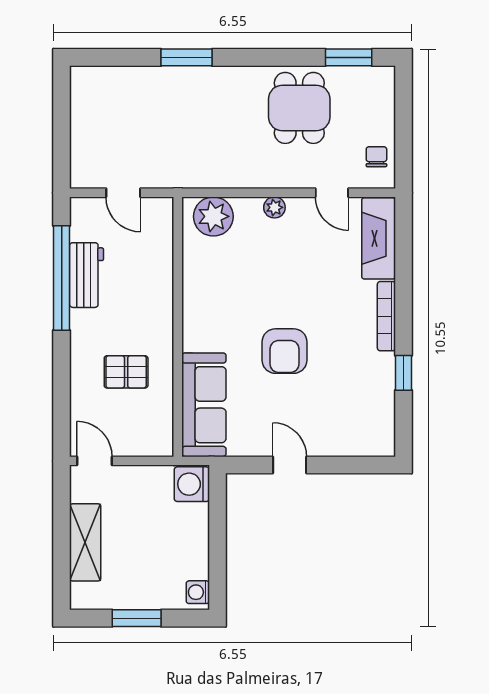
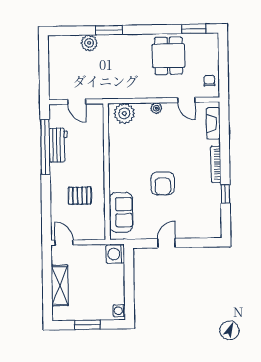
plant: (148, 81) -> (89, 43), added
fireplace: (379, 238) -> (213, 124), width x0.73, depth x0.76
sofa: (204, 405) -> (121, 212), width x0.73
door: (290, 465) -> (166, 243), hinge flipped

